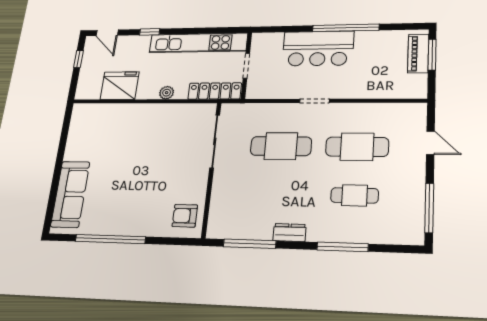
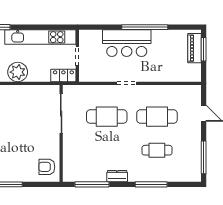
locker: (215, 91) -> (63, 75), width x0.66
plant: (167, 93) -> (18, 72), width x1.88, depth x1.88

